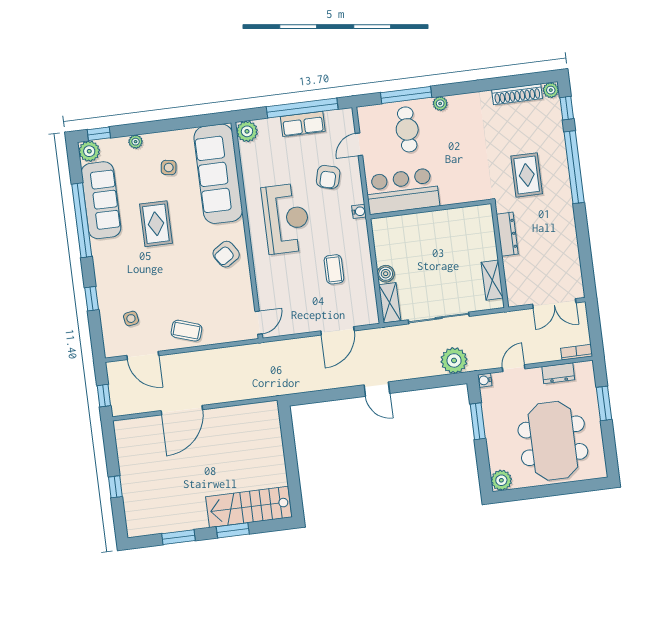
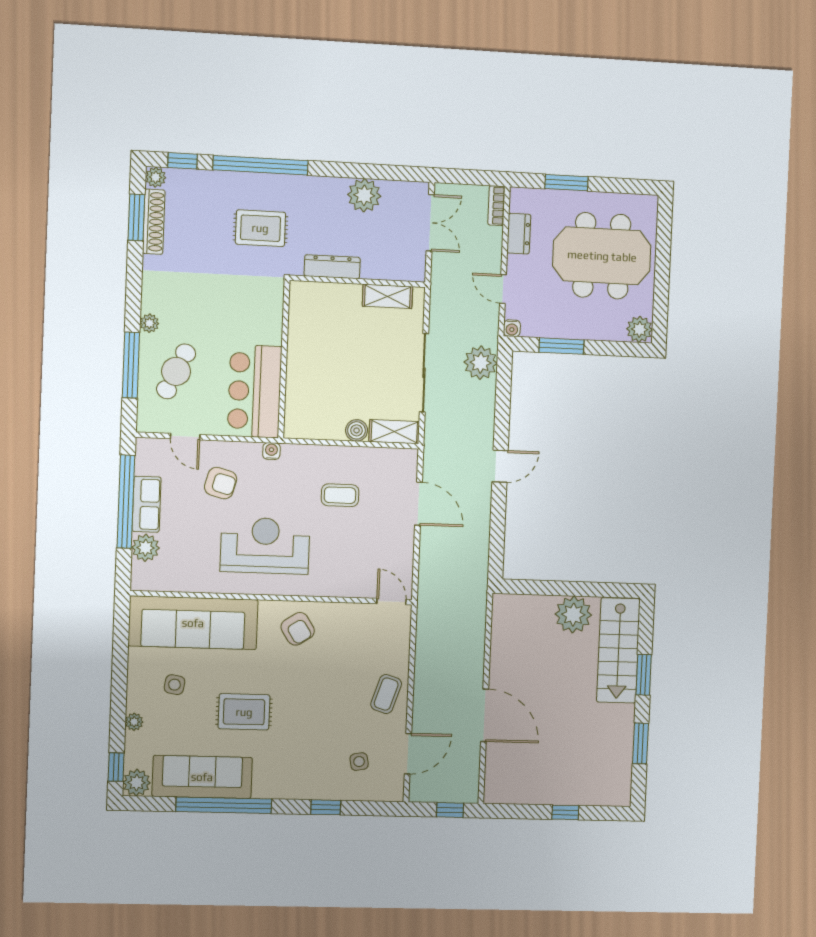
window: (518, 81) -> (136, 217), added
cafe table: (407, 129) -> (176, 371), turned -65
plant: (247, 131) -> (146, 548), moved
plant: (566, 249) -> (364, 195), added
plant: (271, 466) -> (573, 615), added

